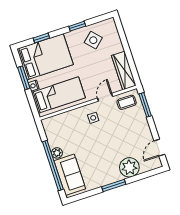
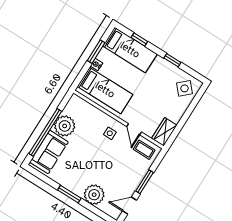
side table: (93, 40) -> (185, 88), moved
bed: (45, 57) -> (130, 50), width x0.67
wardrobe: (124, 71) -> (164, 132), width x0.67
door: (105, 97) -> (134, 129), swing flipped
window: (145, 105) -> (145, 182), moved
plant: (57, 153) -> (65, 126), width x1.87, depth x1.87

